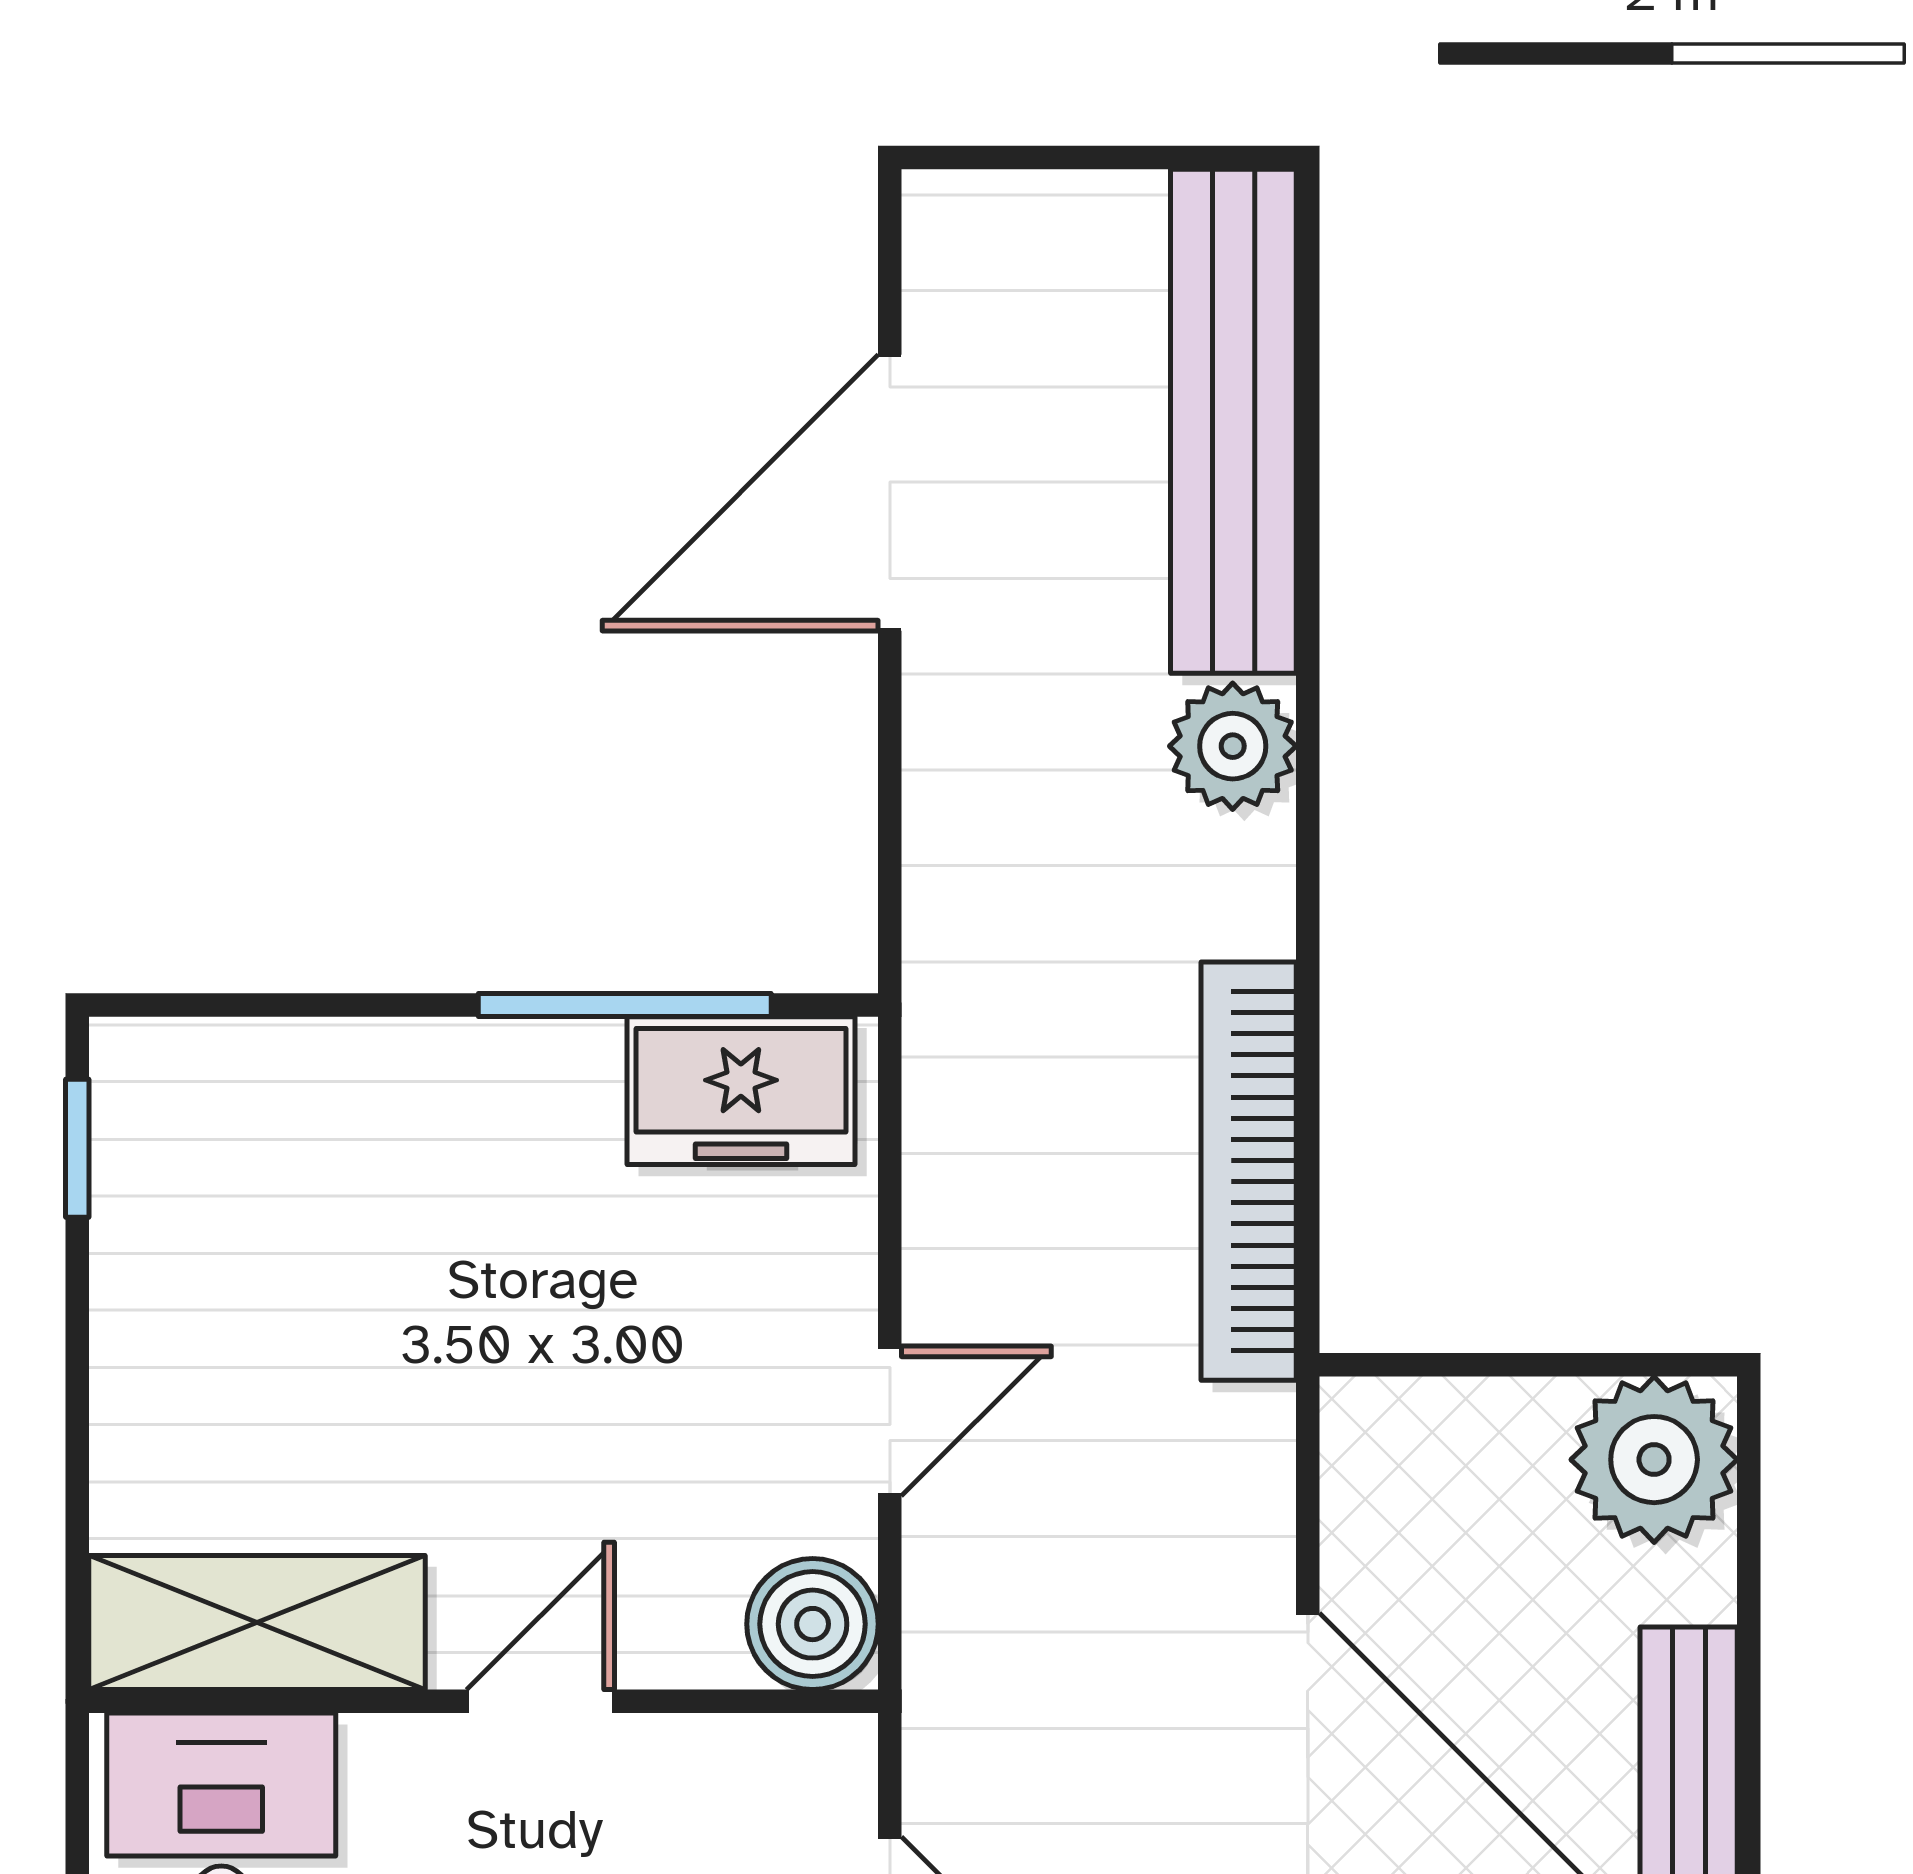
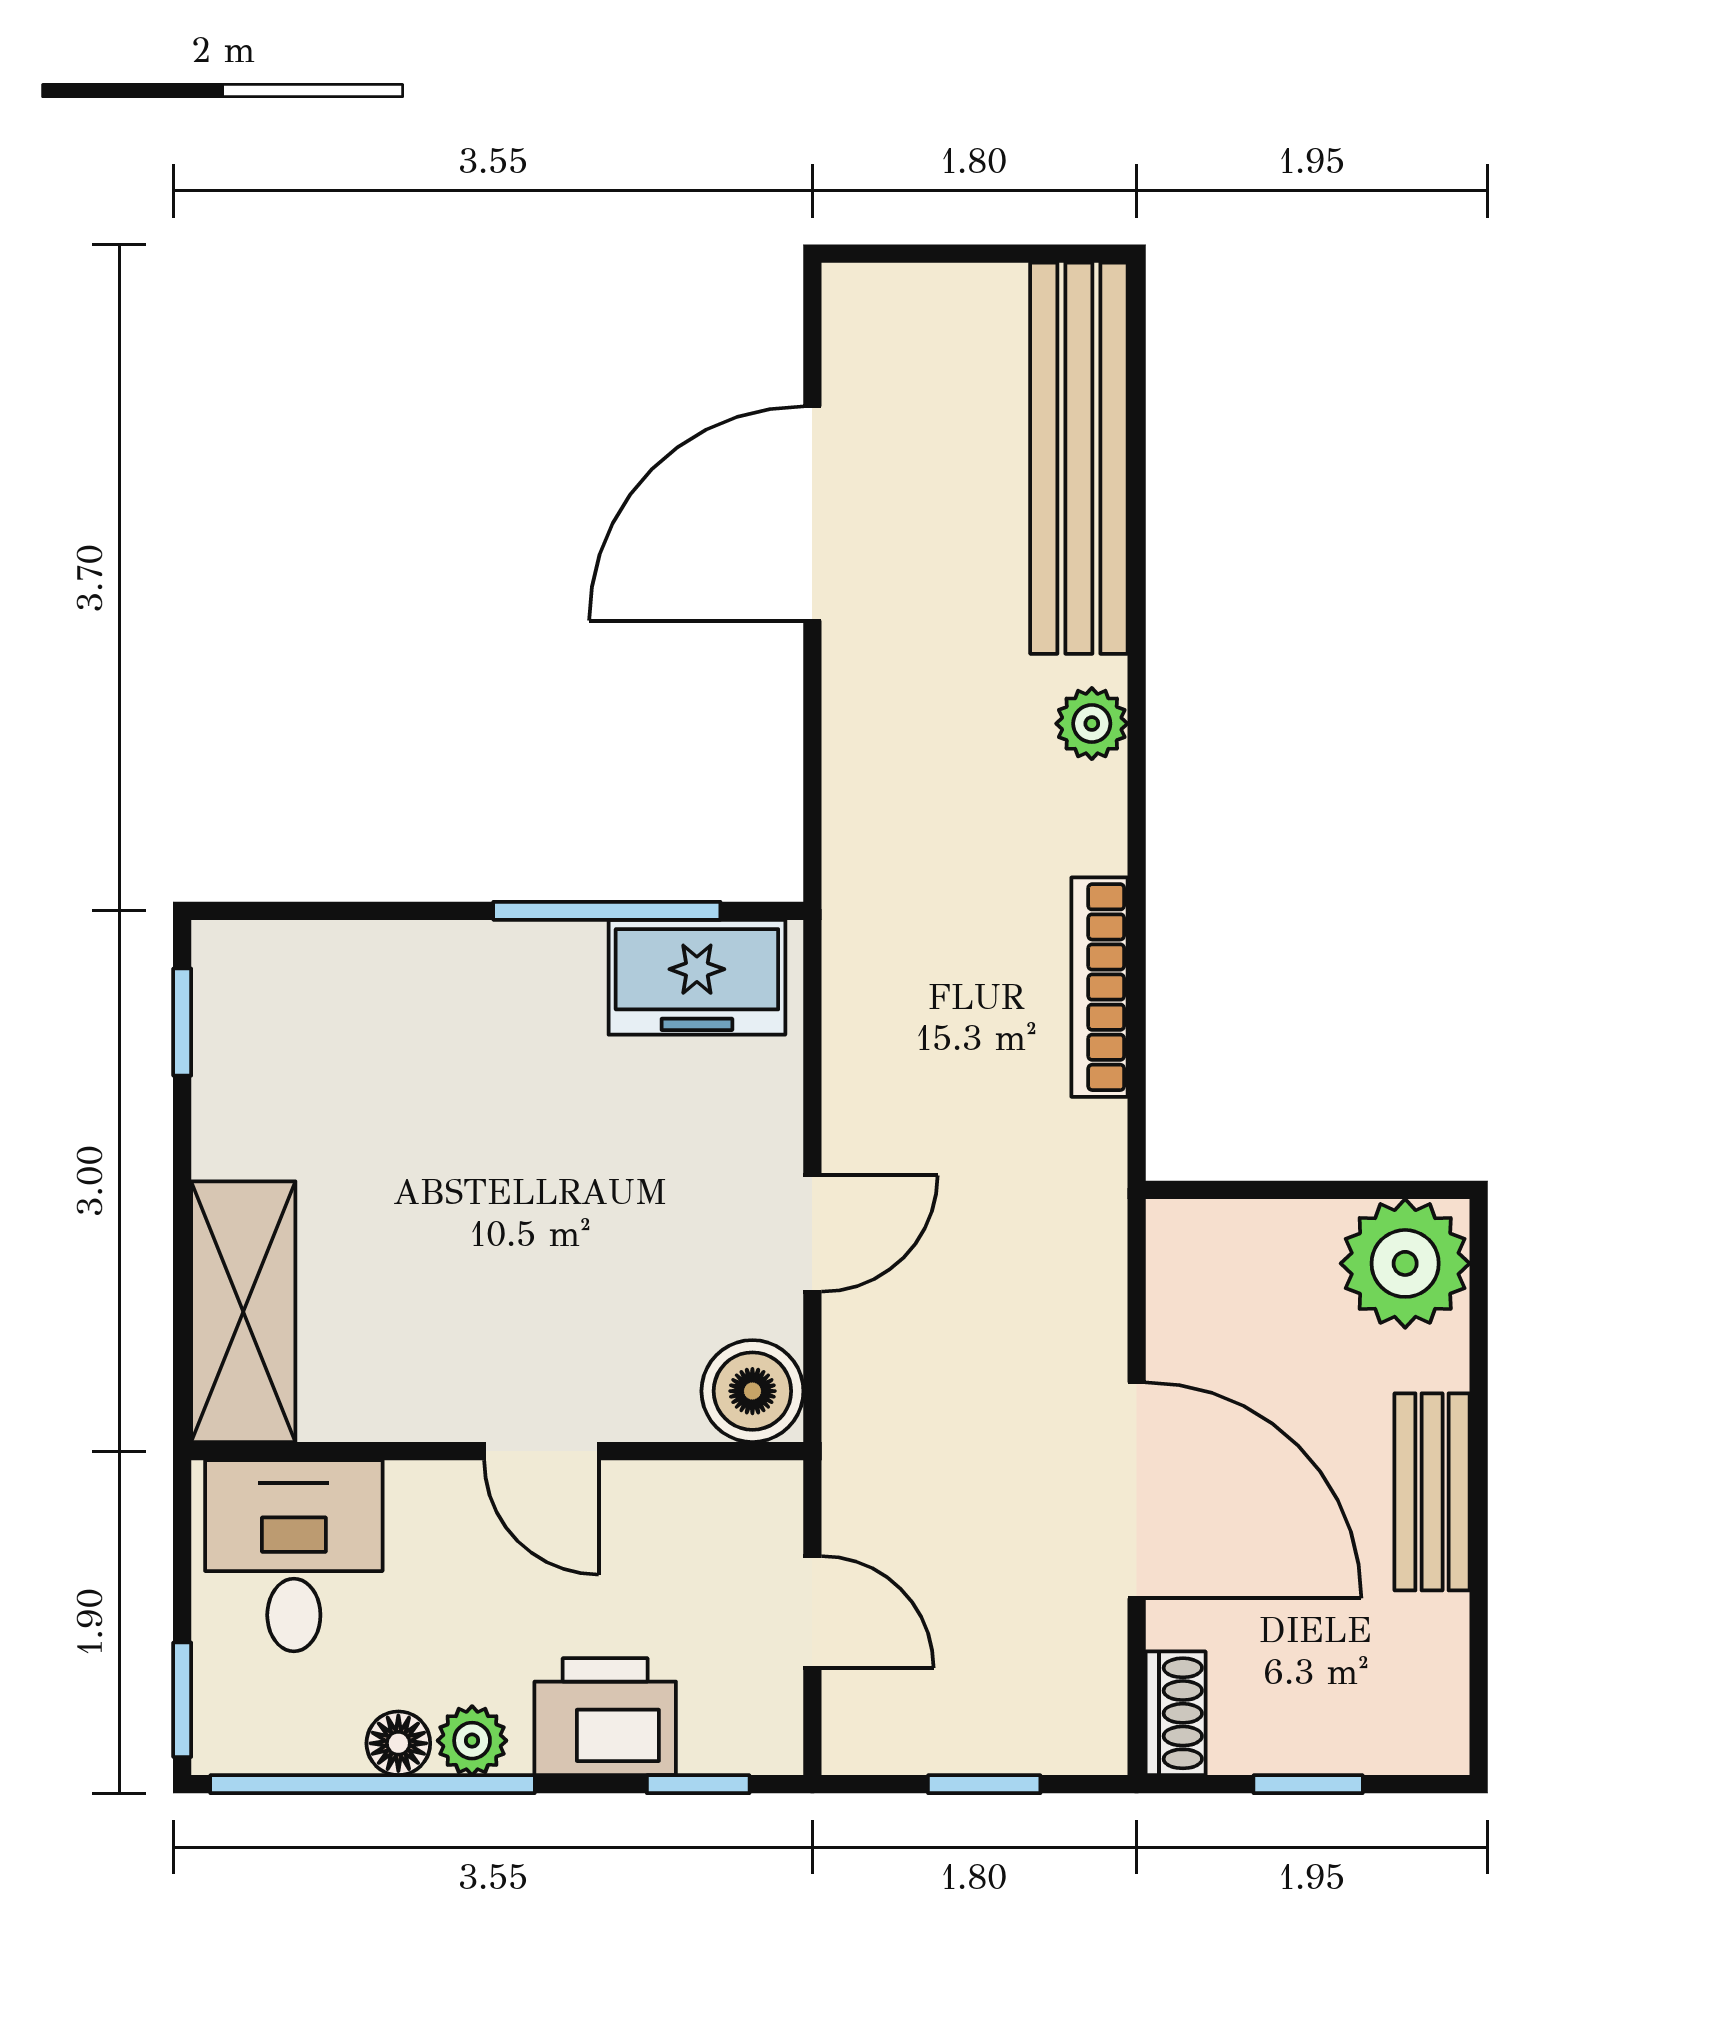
plant: (1233, 746) -> (1092, 724), width x0.73, depth x0.73
bookcase: (1249, 1171) -> (1099, 987), width x0.68, depth x0.76
shelving: (257, 1623) -> (243, 1312), moved, turned 90
door: (540, 1701) -> (541, 1451), swing flipped

